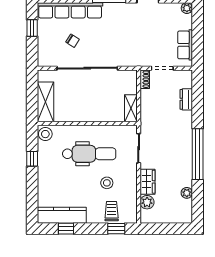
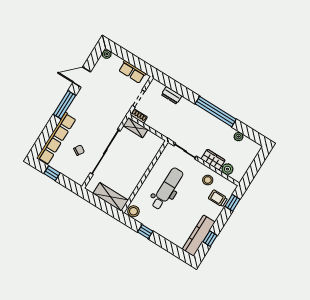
shelving: (131, 108) -> (136, 128), moved
stool: (107, 183) -> (208, 180), moved

